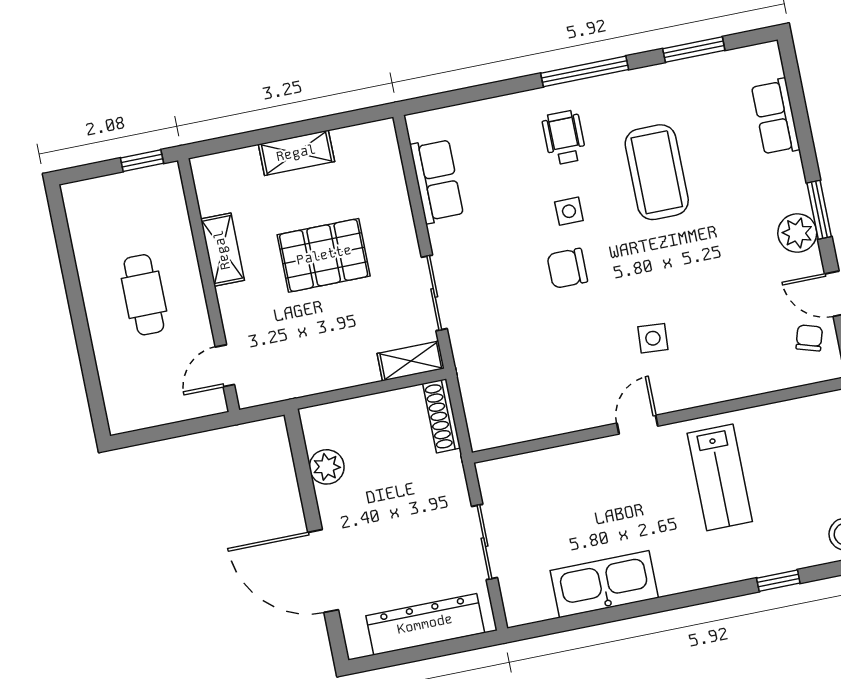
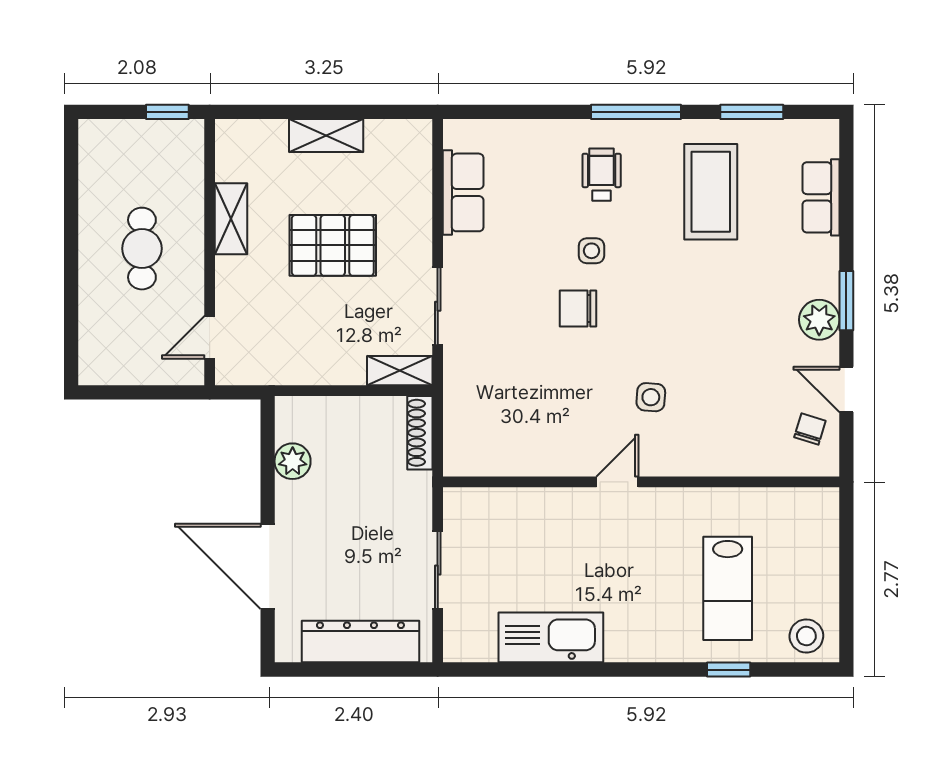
coffee table: (657, 172) -> (711, 192), moved
lab bench: (720, 477) -> (728, 588), moved

